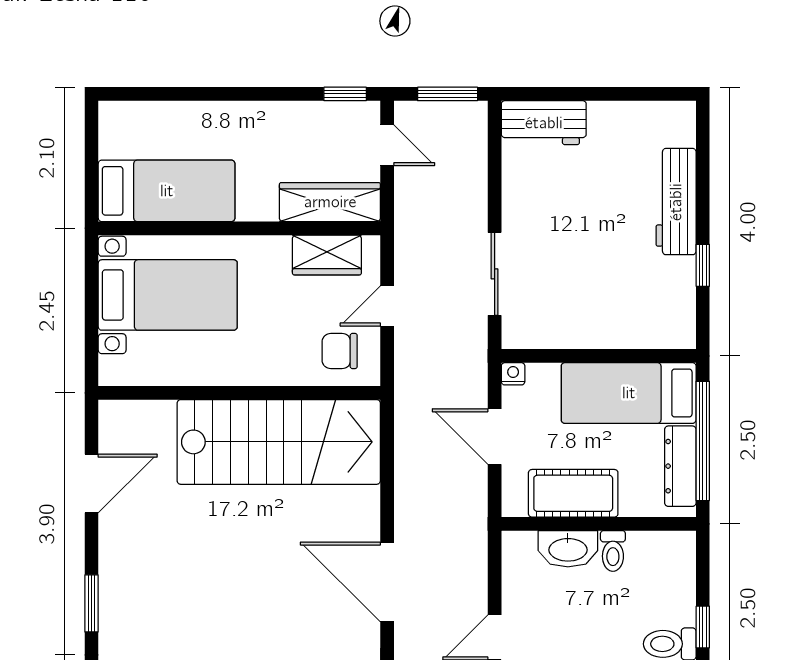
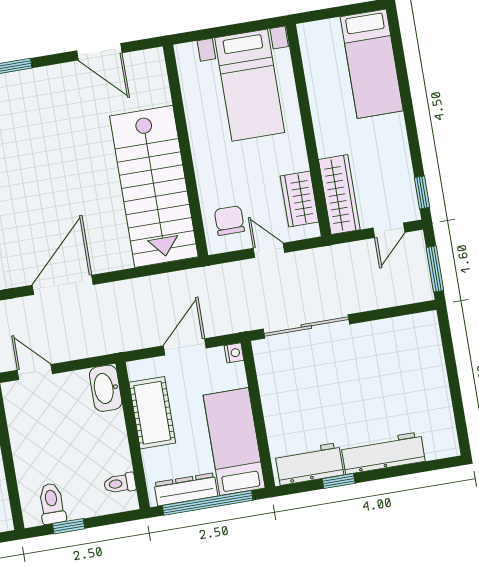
workbench: (544, 123) -> (309, 464), moved, turned 90
bed: (167, 191) -> (372, 64), moved
sliding door: (495, 274) -> (306, 327), width x1.37
washbasin: (568, 549) -> (106, 388), moved
toilet: (613, 551) -> (120, 483), moved

